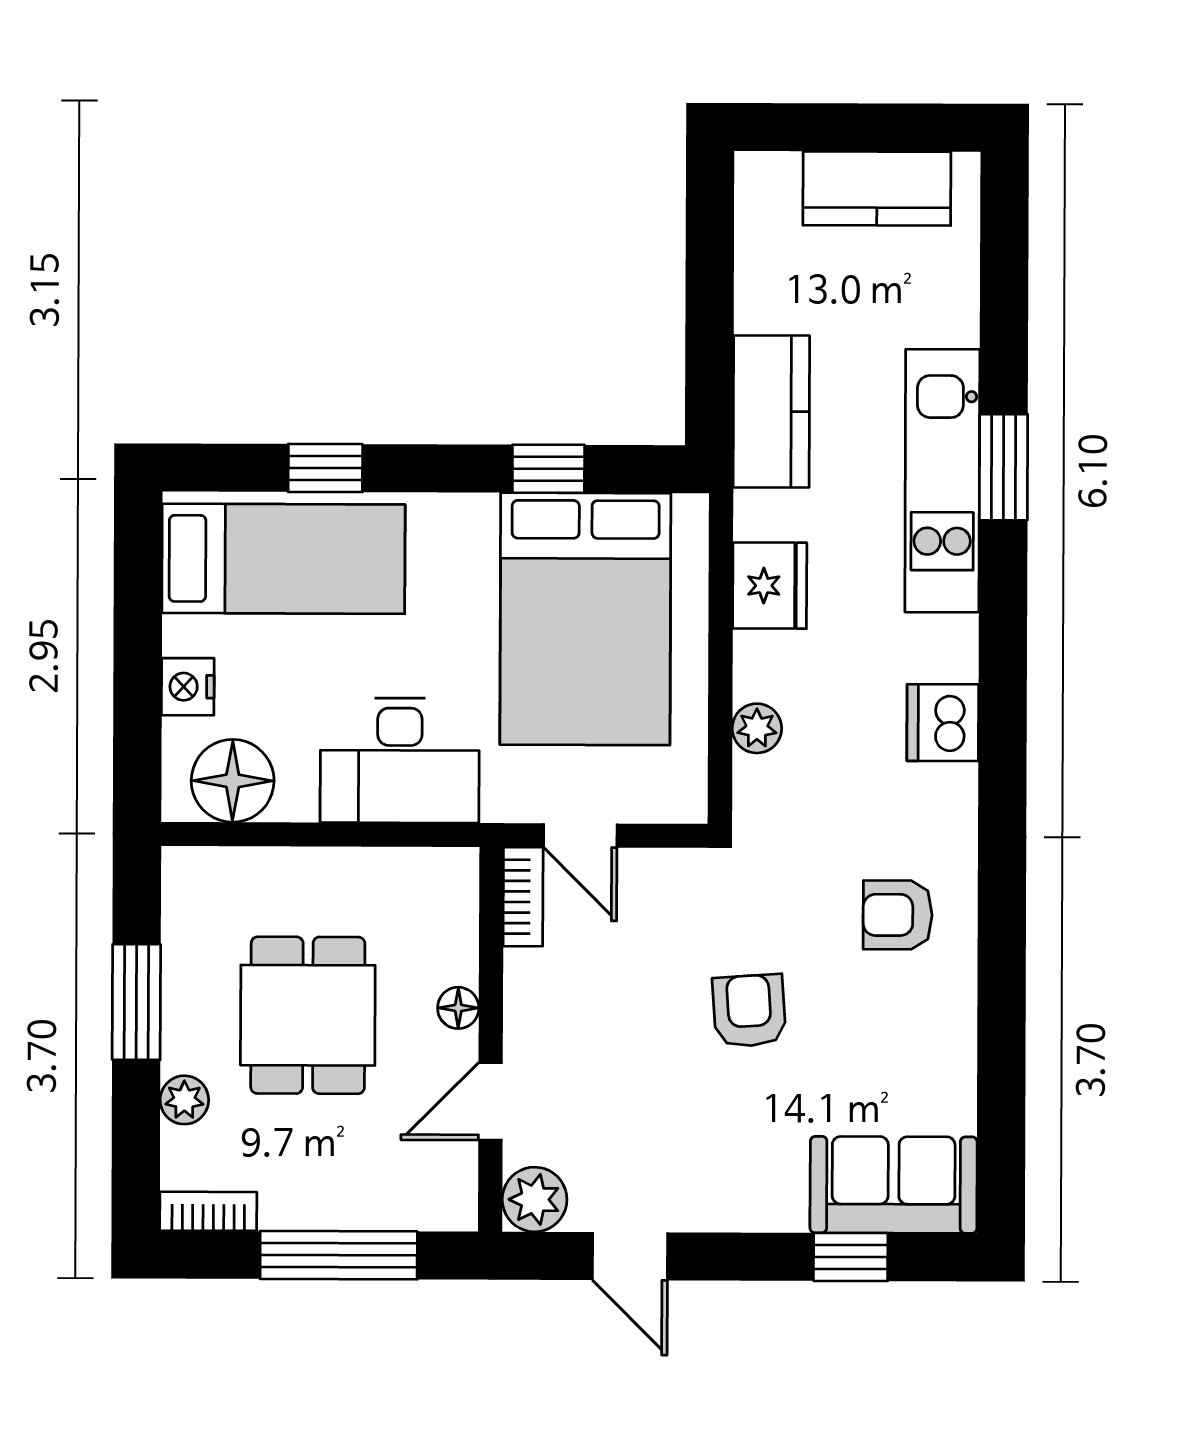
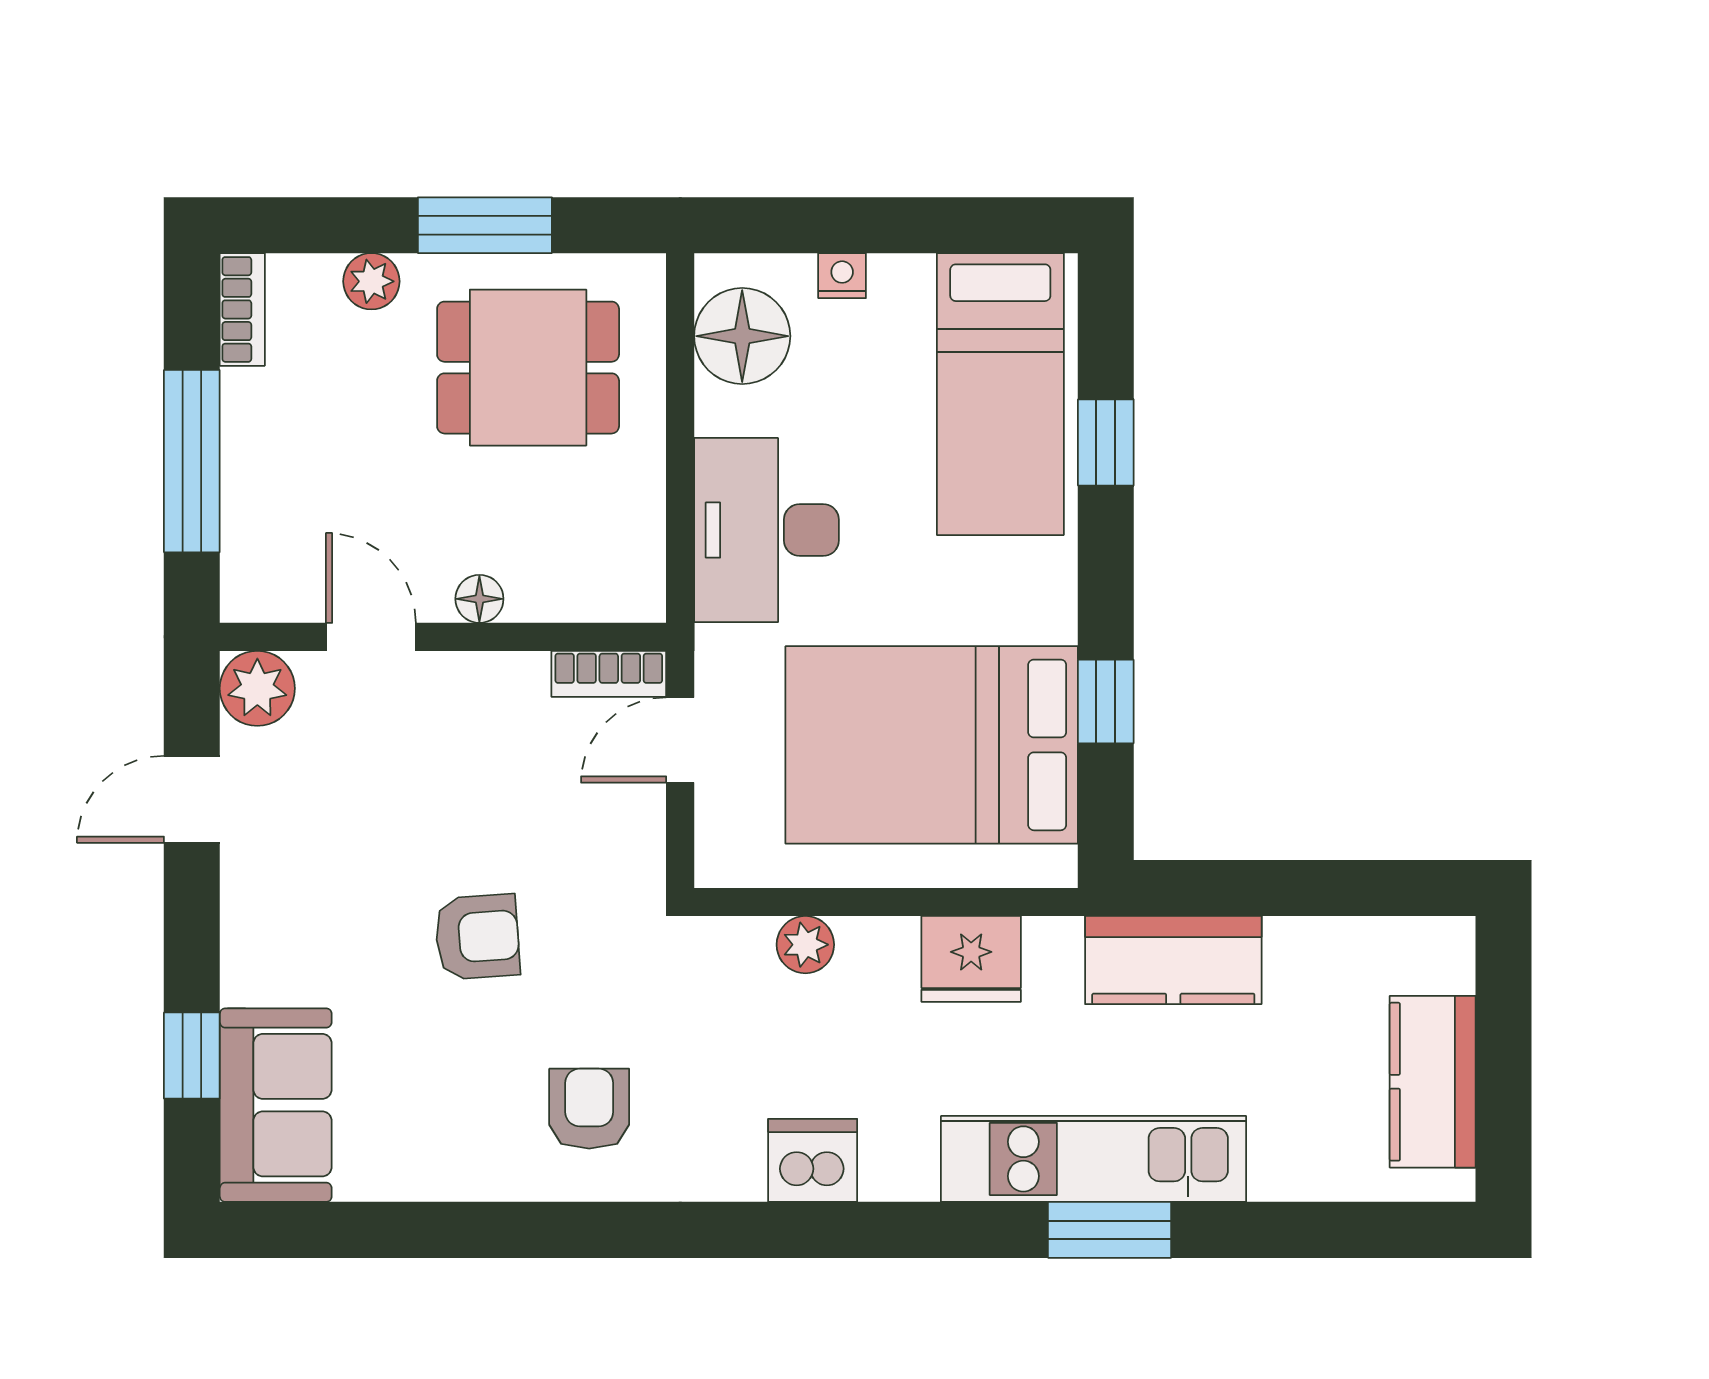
nightstand: (188, 687) -> (842, 276), width x0.72, depth x0.74
dining table: (308, 1015) -> (528, 368), moved

